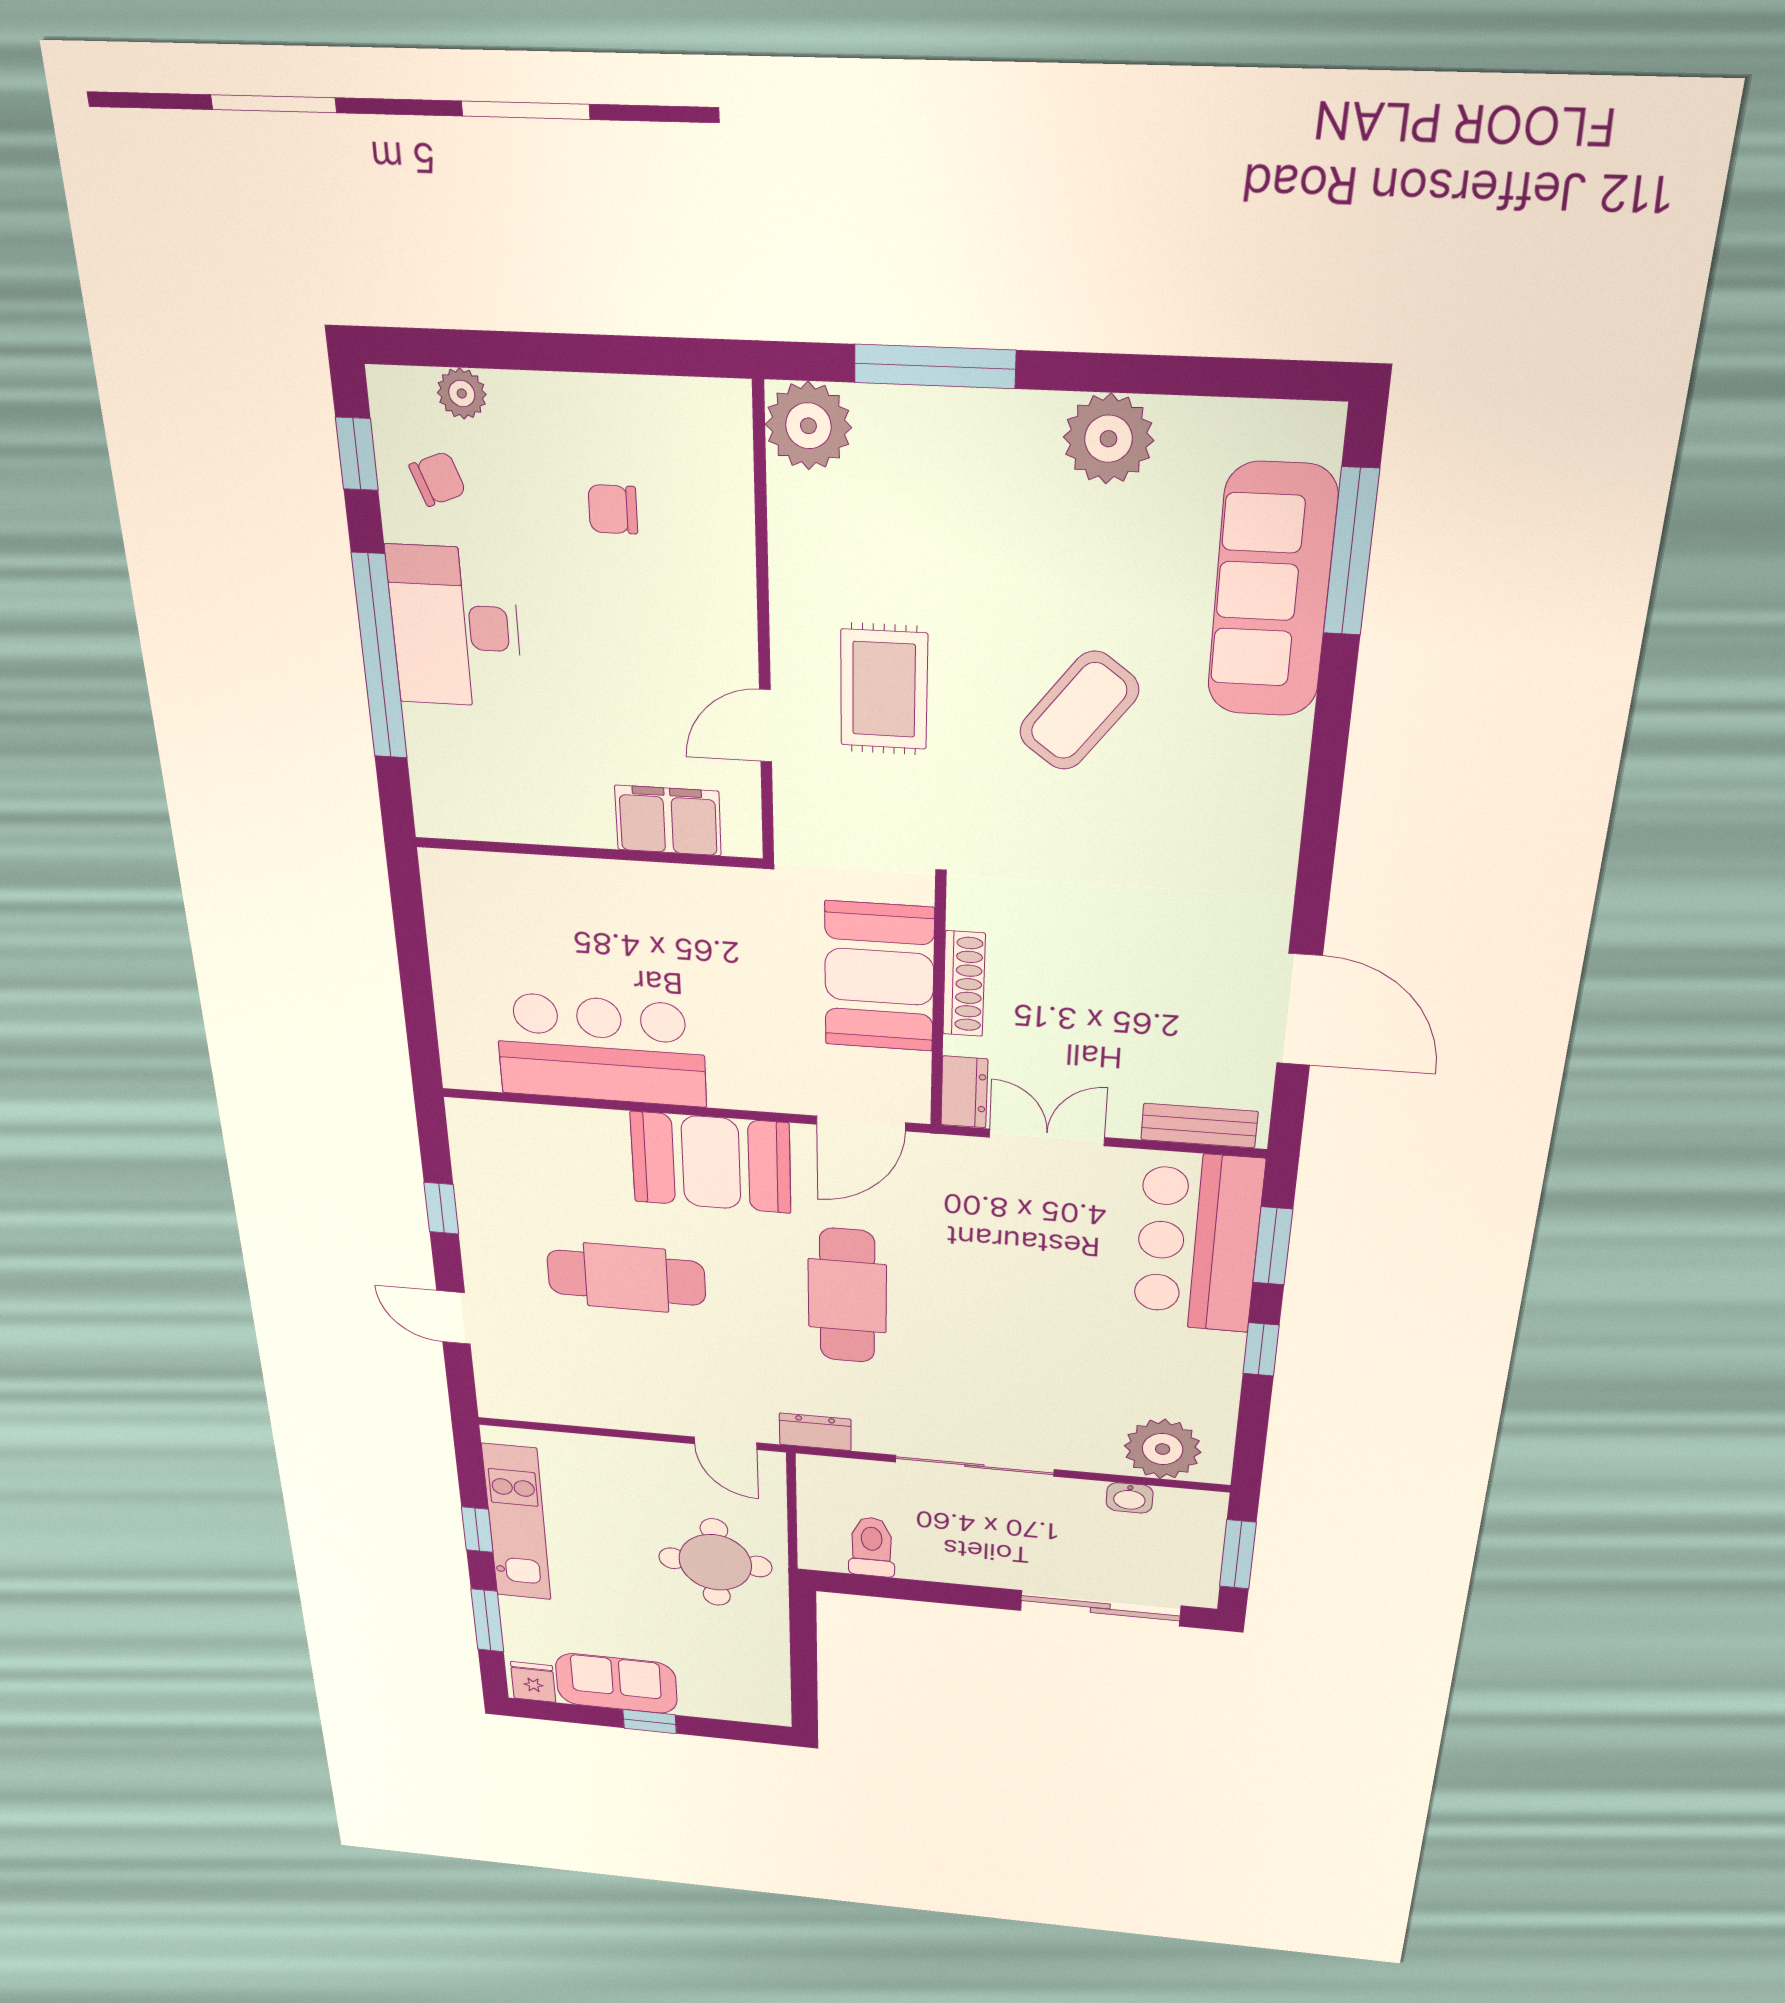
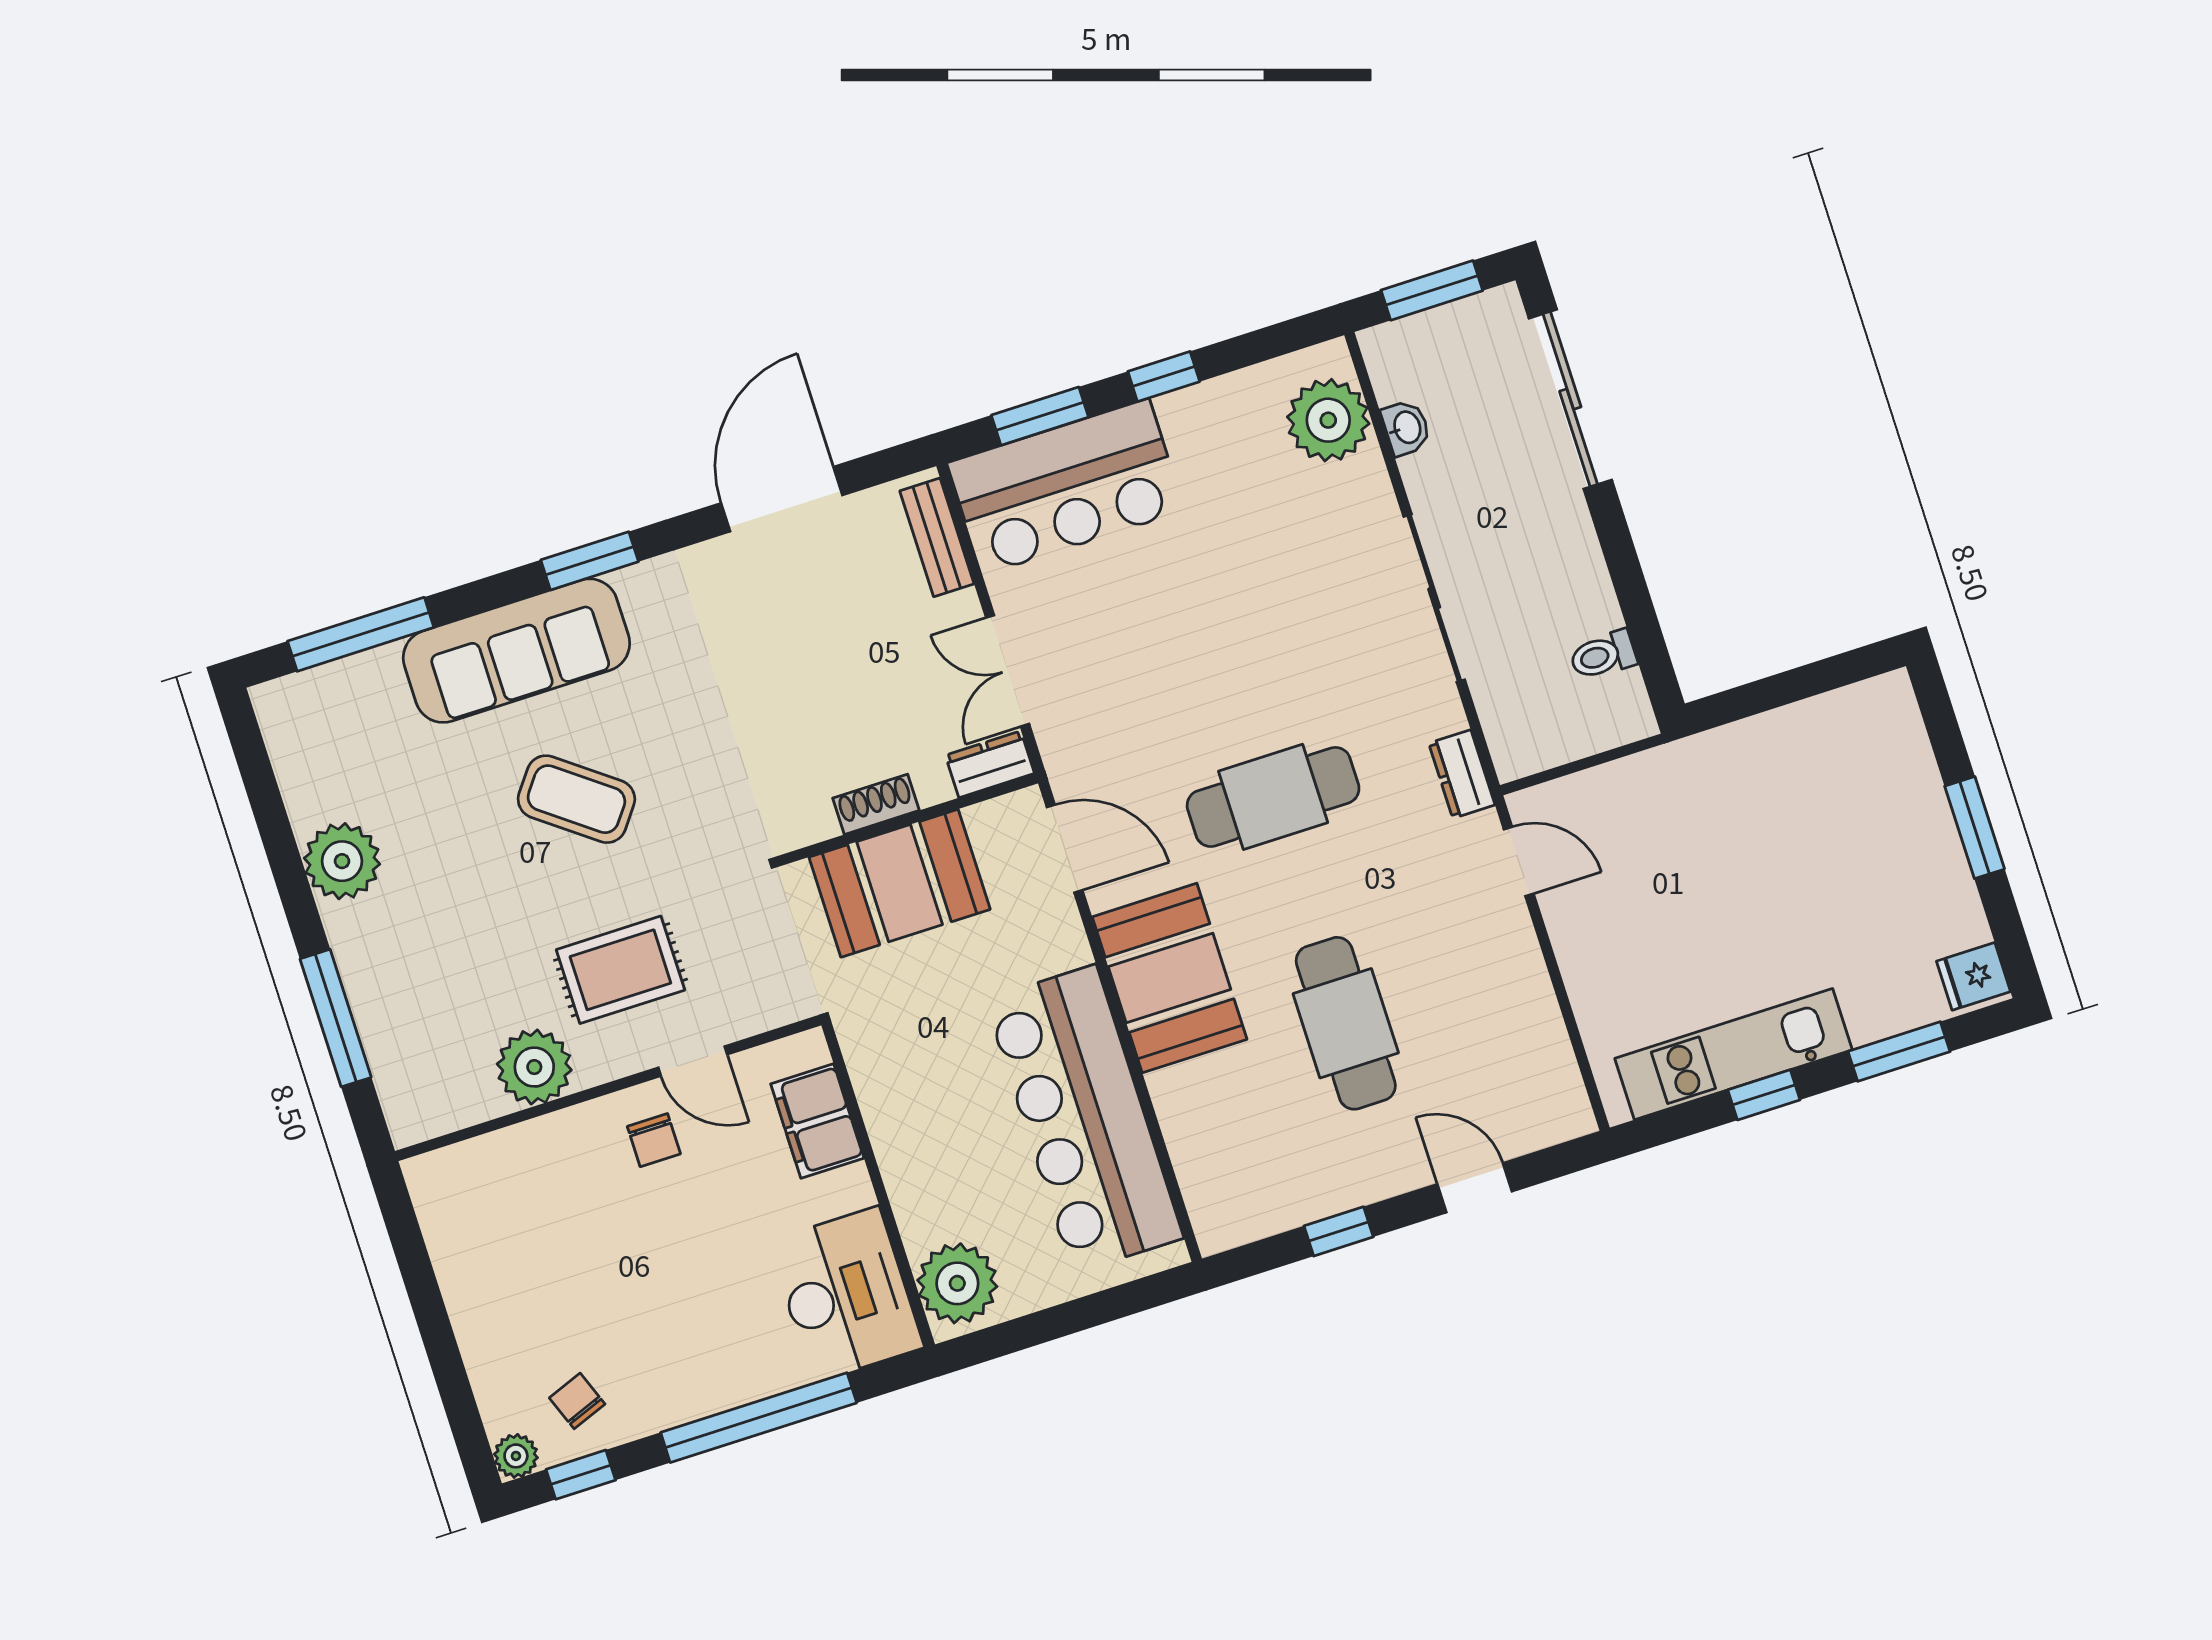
plant: (462, 393) -> (516, 1456), moved
plant: (808, 426) -> (534, 1067), moved
chair: (613, 509) -> (654, 1140), moved
sofa: (1272, 592) -> (516, 651), moved
desk: (455, 627) -> (846, 1294), moved, turned -90
window: (1322, 813) -> (590, 561), added
plant: (472, 888) -> (957, 1283), added
shoe rack: (964, 984) -> (876, 804), width x0.70
bar counter: (601, 1050) -> (1084, 1119), width x1.36
door: (454, 1317) -> (1475, 1188), swing flipped
door: (726, 1443) -> (1519, 862), hinge flipped
toilet: (872, 1547) -> (1603, 655), width x0.73, depth x0.72
round table: (715, 1562) -> (1693, 824), removed
sofa: (616, 1683) -> (1931, 882), removed
window: (650, 1722) -> (1975, 828), width x1.50

